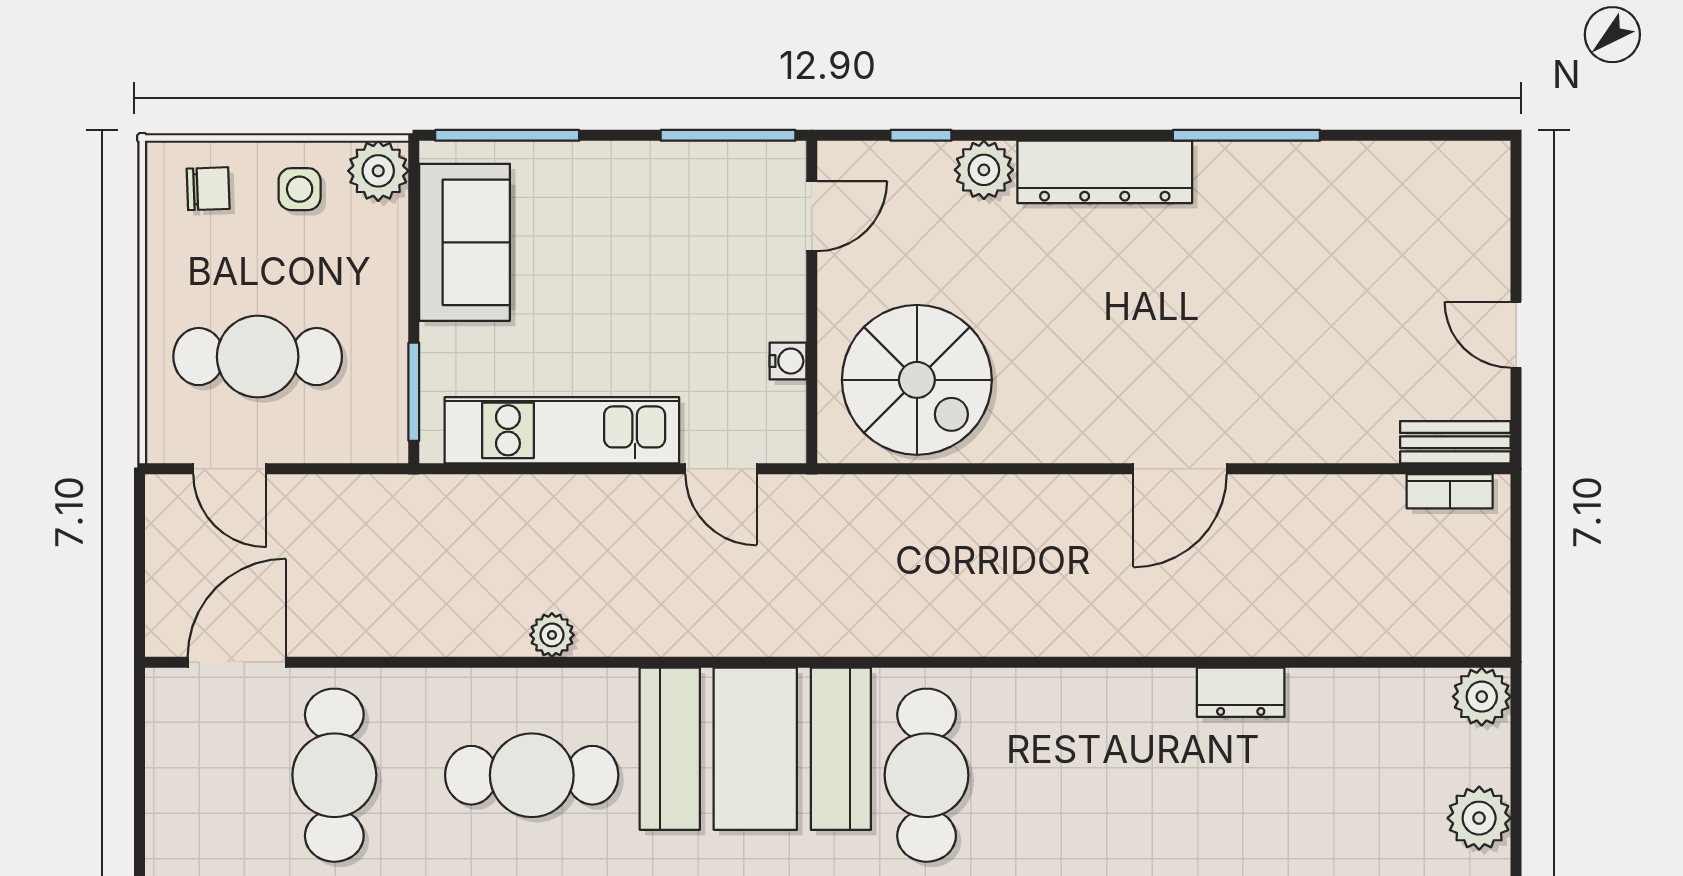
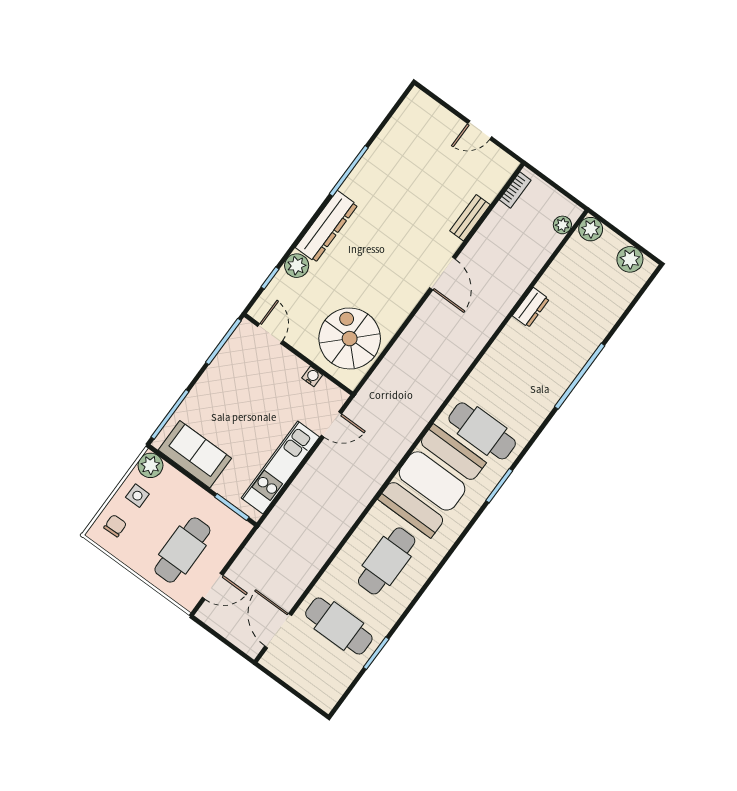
spiral stairs: (917, 380) -> (350, 339), turned -90
bench: (1455, 442) -> (470, 218), moved
plant: (552, 635) -> (562, 225), moved

